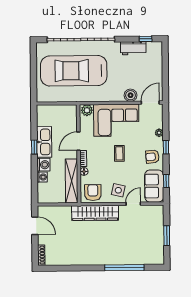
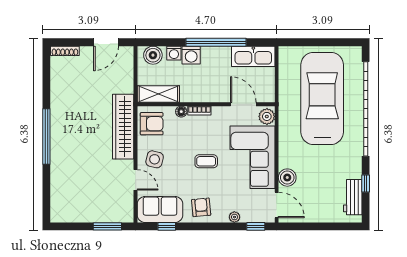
window: (146, 39) -> (366, 184), moved
workbench: (133, 48) -> (353, 197), moved
door: (78, 141) -> (243, 104), moved
kitchen sink: (44, 142) -> (253, 56), moved
window: (34, 147) -> (216, 42), width x3.17
window: (166, 147) -> (256, 226), moved
shelving: (72, 181) -> (158, 94), width x0.68
boiler: (44, 192) -> (153, 55), added
window: (167, 236) -> (107, 226), moved
window: (124, 268) -> (46, 136), moved

